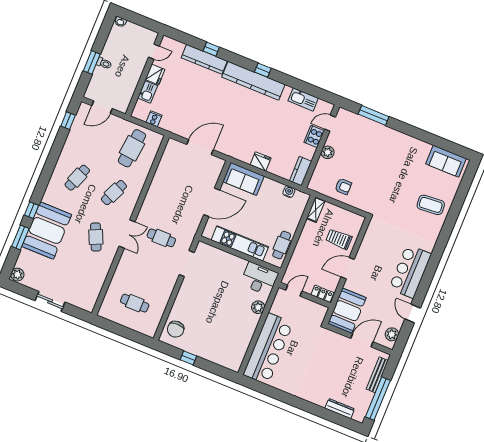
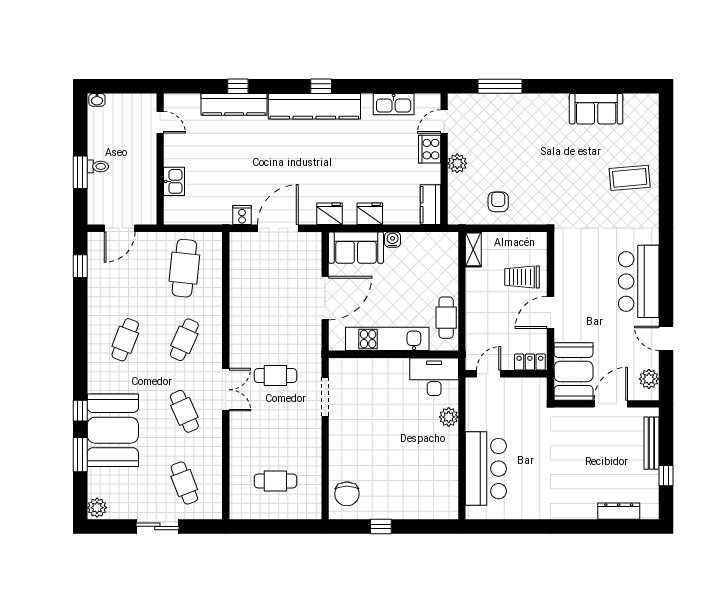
door: (154, 52) -> (160, 122), hinge flipped
fridge: (155, 74) -> (330, 214), moved, turned -90
cooker: (154, 119) -> (242, 215), moved
sofa: (446, 161) -> (596, 109), moved
armchair: (343, 186) -> (498, 202), turned -90
water cooler: (289, 192) -> (393, 240), moved
cafe table: (78, 281) -> (184, 483), added
bar counter: (268, 349) -> (486, 469), width x0.73
window: (378, 399) -> (666, 476), width x0.32

